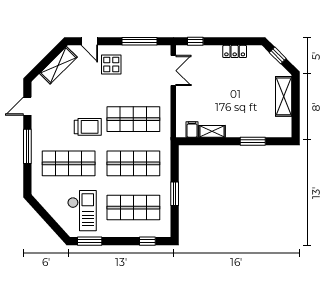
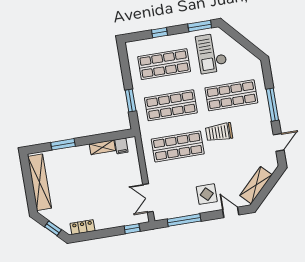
locker: (235, 51) -> (82, 227), moved
shelving: (284, 96) -> (40, 182), width x1.47
window: (175, 194) -> (131, 100), moved
window: (147, 241) -> (159, 33), moved

